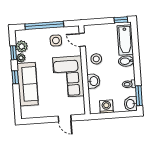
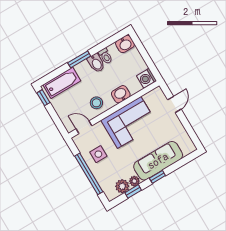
door: (82, 40) -> (84, 127), swing flipped
bidet: (126, 61) -> (96, 63), moved
window: (139, 96) -> (79, 59), moved
washing machine: (106, 107) -> (147, 78), moved

